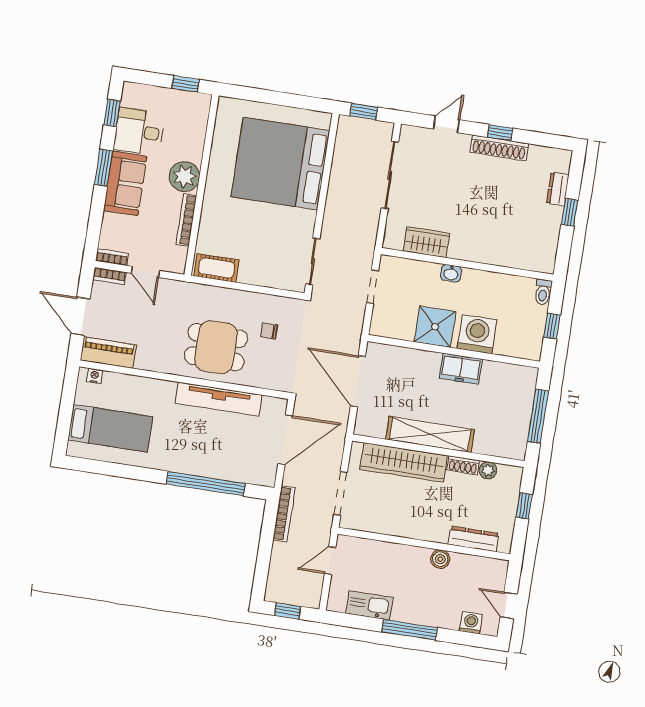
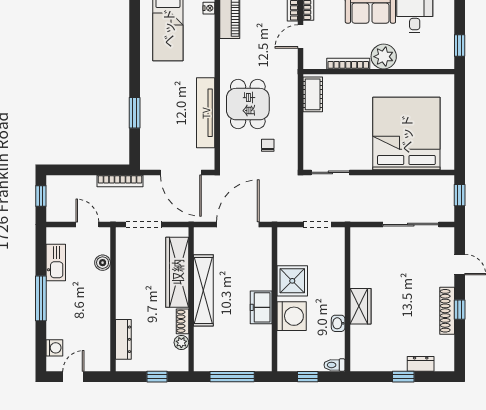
wardrobe: (426, 242) -> (361, 306), moved
washbasin: (451, 273) -> (338, 323), moved
window: (206, 484) -> (135, 113), width x0.47
boiler: (440, 559) -> (103, 263), moved

